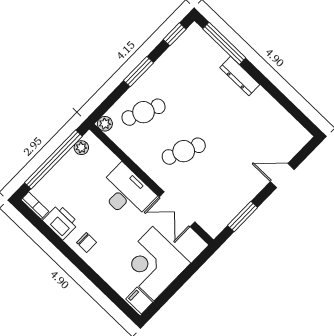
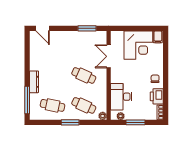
window: (175, 34) -> (42, 122), removed
cafe table: (184, 70) -> (53, 105), added
window: (53, 159) -> (136, 122), width x0.47
door: (282, 176) -> (43, 28), moved
desk: (126, 193) -> (121, 97), moved
double door: (177, 209) -> (109, 56), swing flipped

